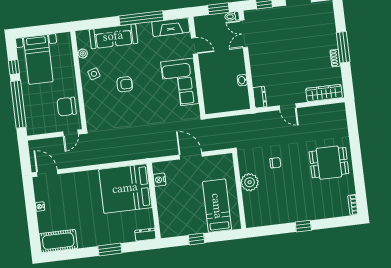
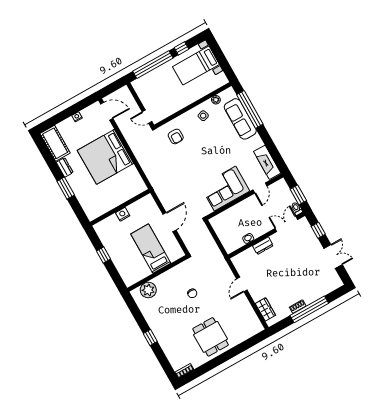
window: (141, 18) -> (250, 109), moved
window: (343, 47) -> (309, 309), width x1.46
armchair: (125, 84) -> (176, 136), moved
wardrobe: (324, 93) -> (265, 309), width x0.67
dresser: (260, 97) -> (263, 246), moved
chair: (67, 107) -> (167, 105), removed
door: (47, 173) -> (107, 111), hinge flipped
nightstand: (160, 180) -> (123, 214), moved
plant: (250, 182) -> (148, 290), moved
bed: (125, 188) -> (105, 157), moved, turned -90
bed: (217, 206) -> (151, 249), moved, turned -90
dresser: (145, 235) -> (65, 167), moved

